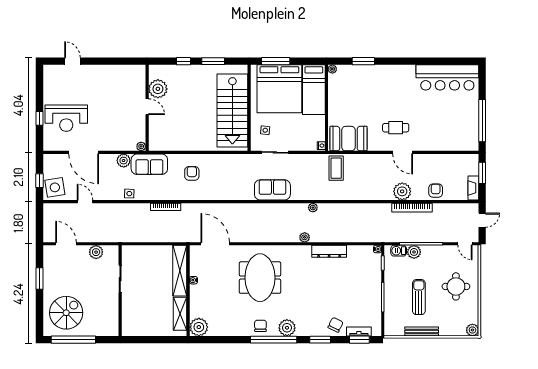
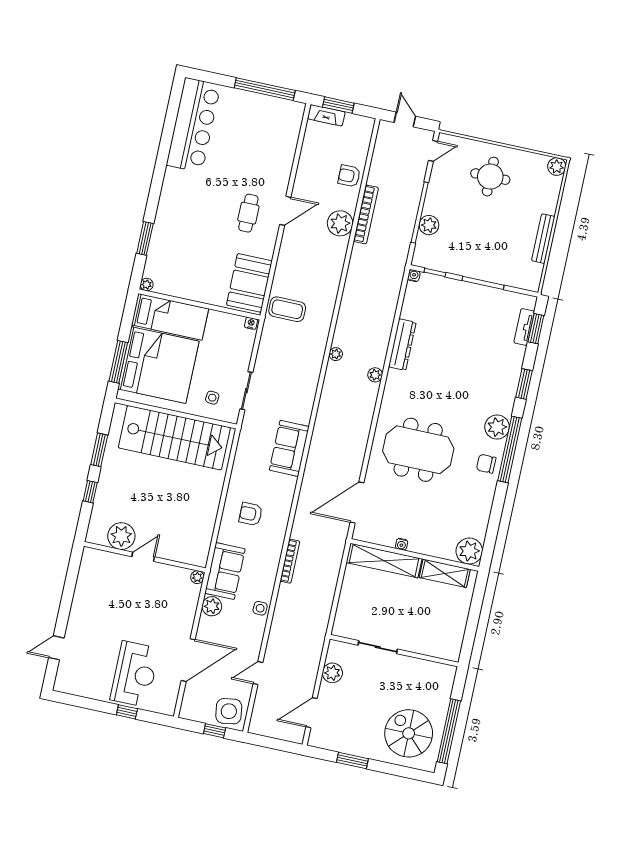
fireplace: (473, 188) -> (326, 115), moved
sofa: (272, 190) -> (289, 448), moved
barbecue: (399, 251) -> (423, 246), removed
sun lounger: (419, 297) -> (494, 232), removed
chair: (336, 325) -> (508, 358), removed

